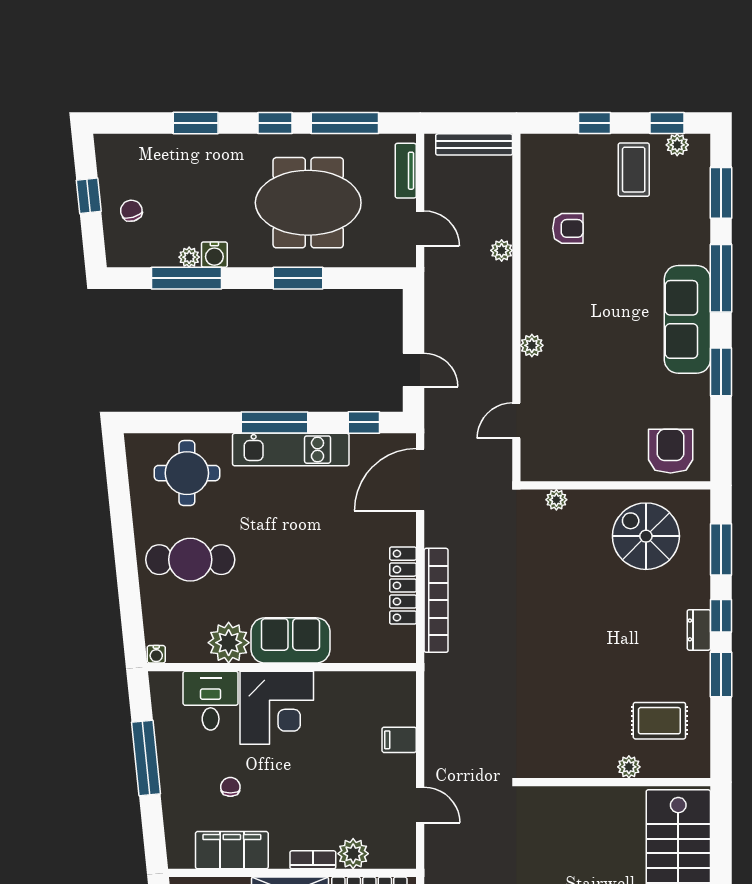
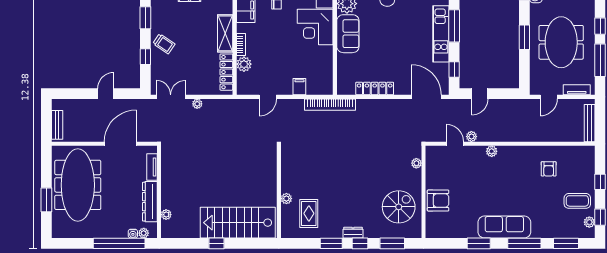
plant: (502, 250) -> (471, 137), moved
armchair: (671, 451) -> (438, 200), moved
bookcase: (436, 600) -> (330, 105), moved

